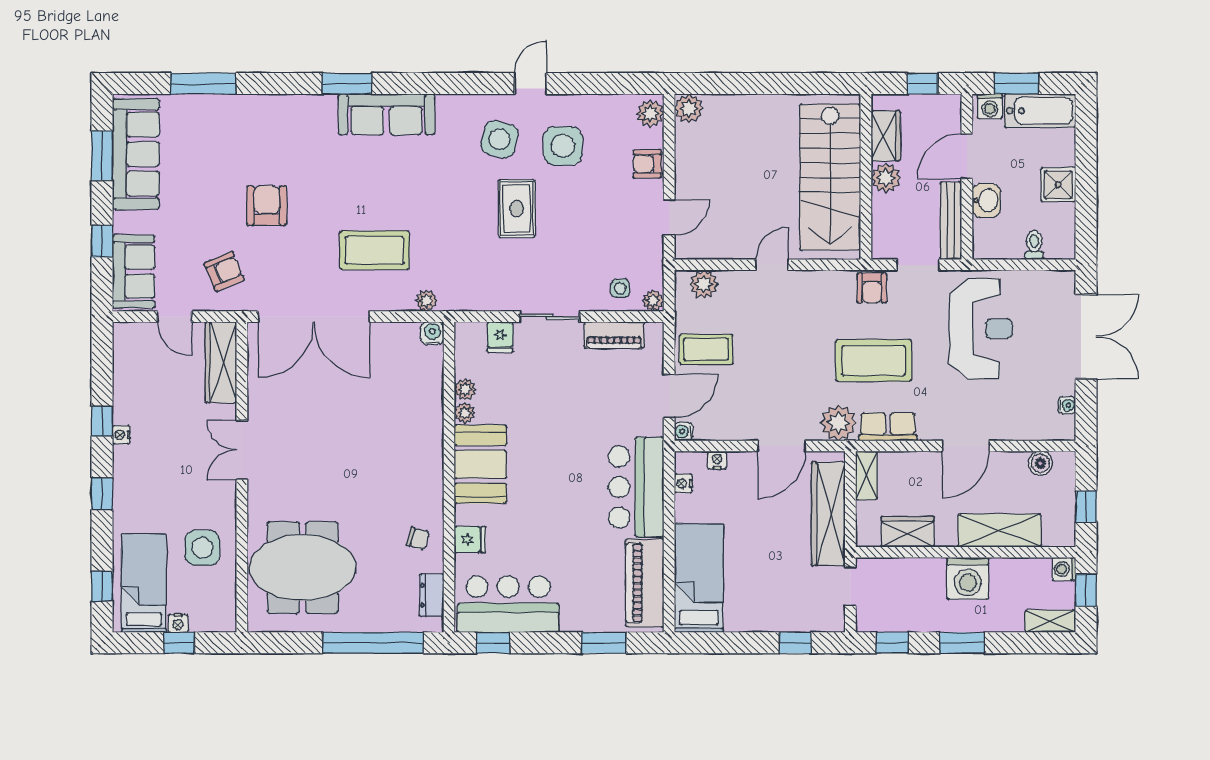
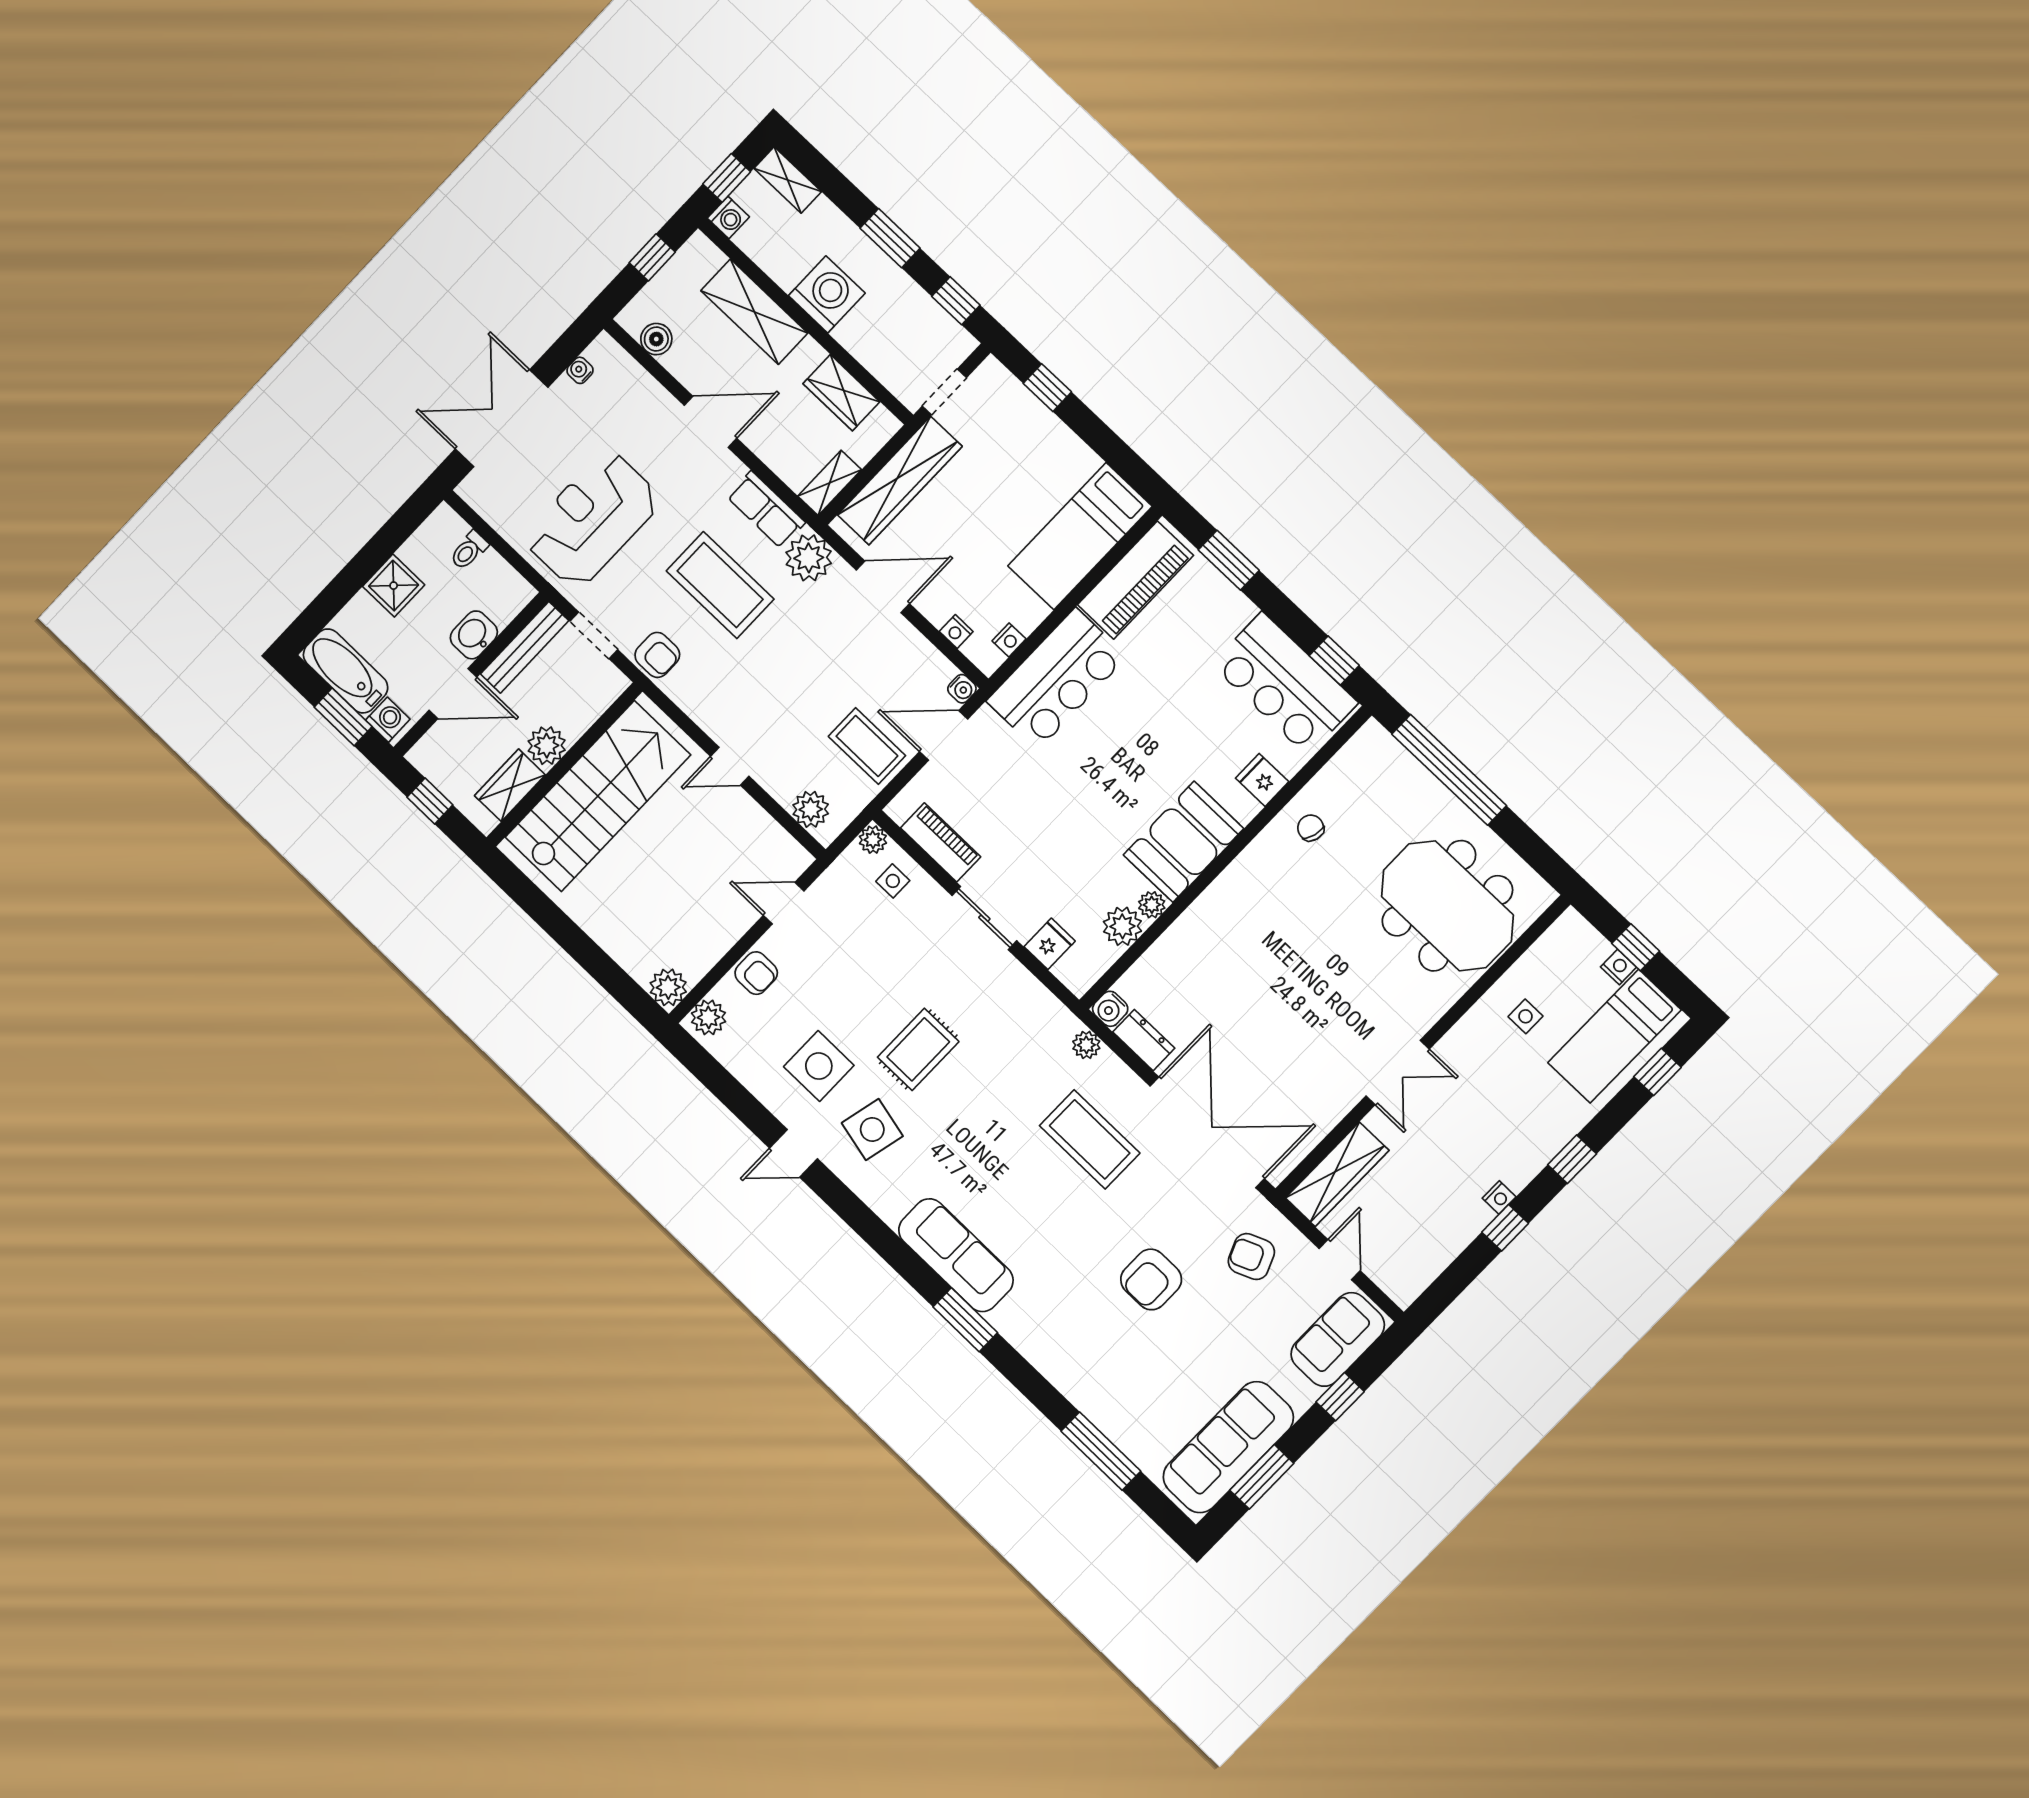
armchair: (872, 288) -> (657, 655), turned 90
plant: (465, 389) -> (1122, 926), width x1.38, depth x1.38
side table: (202, 548) -> (1526, 1016), width x0.54, depth x0.54
dresser: (432, 595) -> (1144, 1040), moved, turned -90

